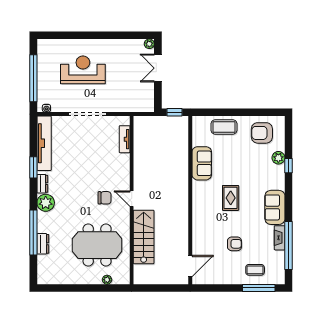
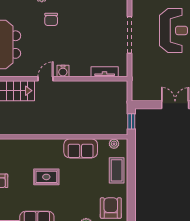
plant: (197, 130) -> (114, 144), added
water cooler: (124, 181) -> (63, 71), added
chair: (105, 198) -> (51, 19), moved

